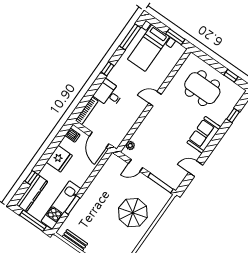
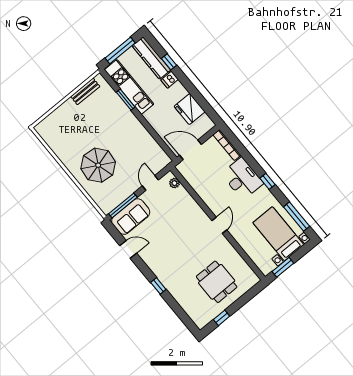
dining table: (202, 88) -> (217, 282), width x0.73
desk: (109, 94) -> (242, 179), width x1.37
window: (233, 115) -> (158, 286), moved
dishwasher: (72, 135) -> (170, 80), moved
sofa: (204, 135) -> (131, 217), moved, turned 90
fridge: (59, 159) -> (190, 109), moved
door: (196, 169) -> (128, 249), hinge flipped

